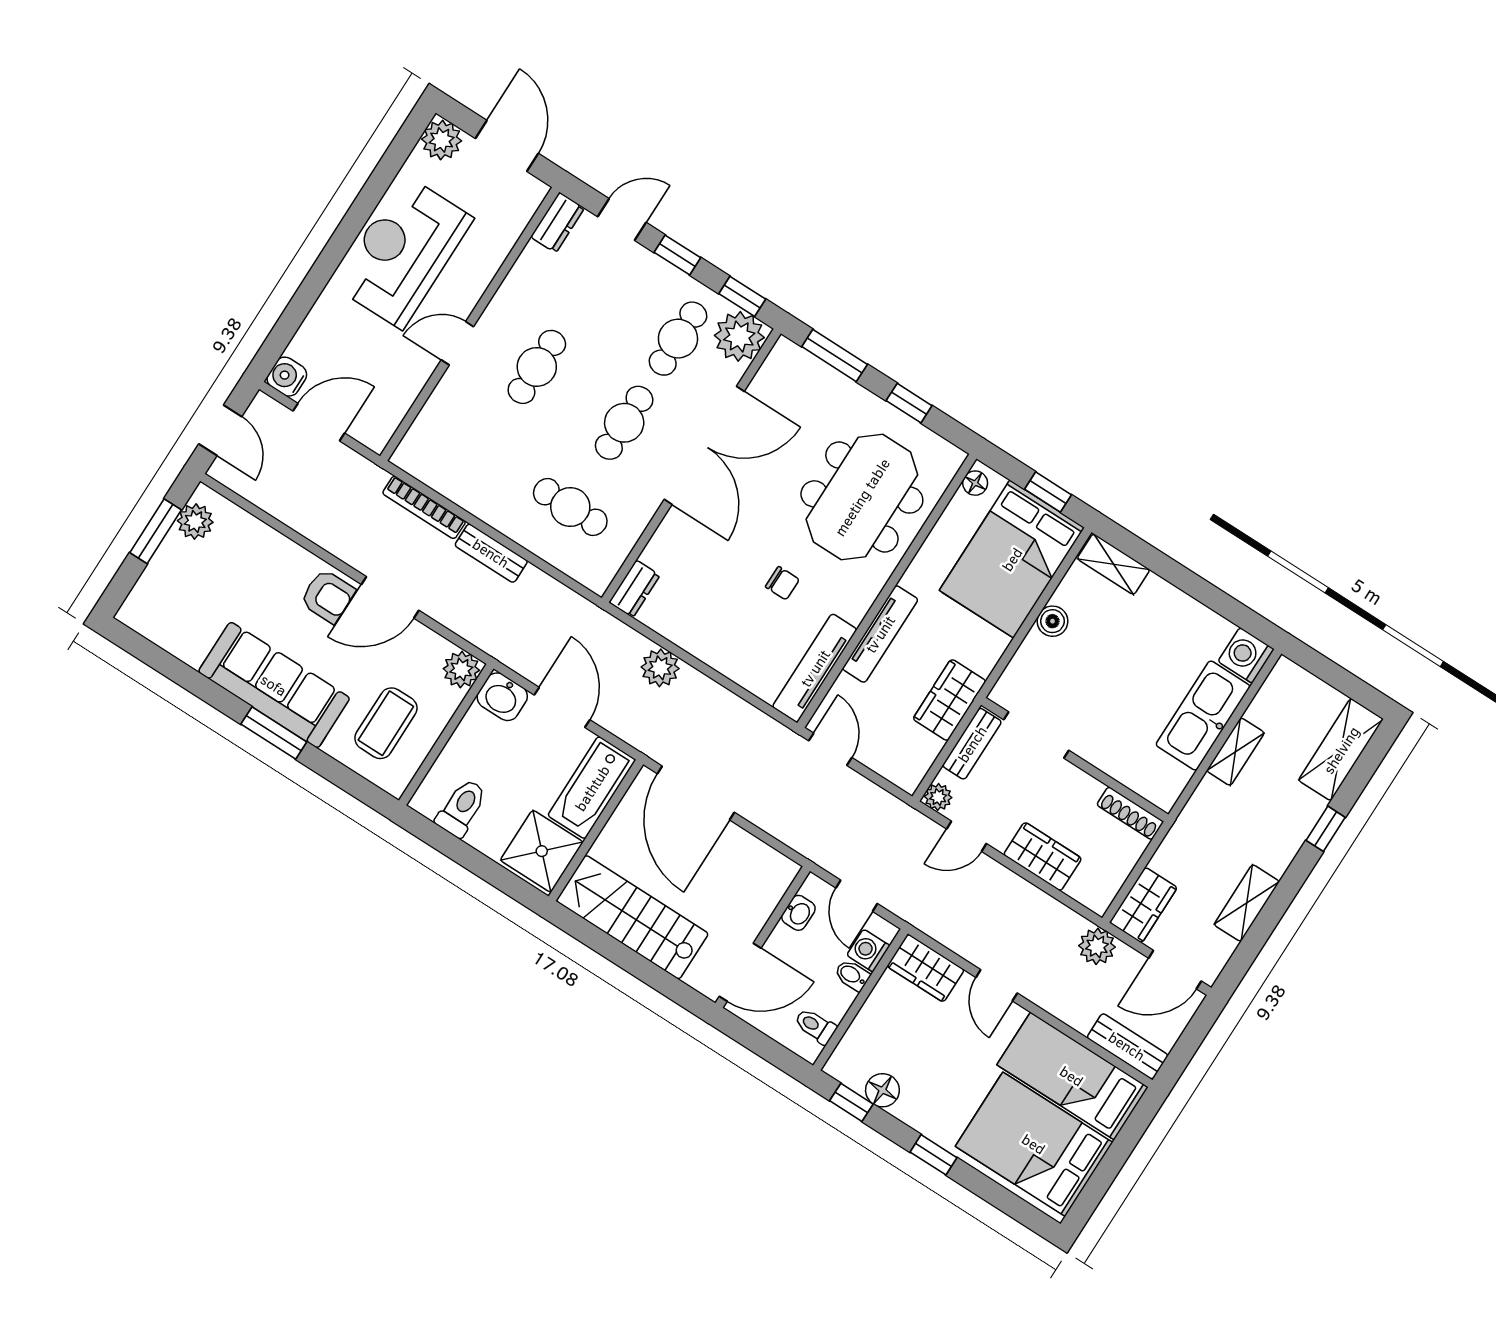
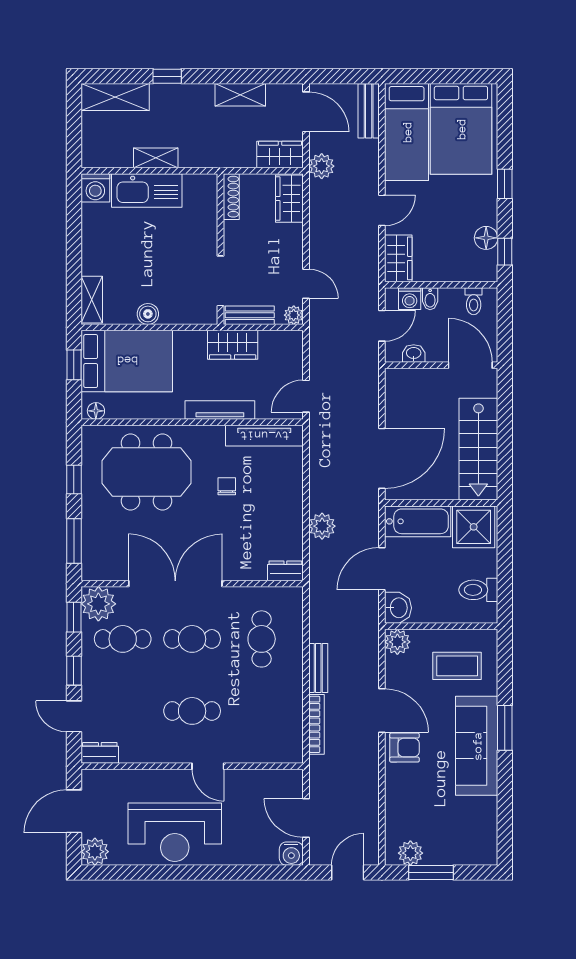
armchair: (328, 596) -> (404, 748), turned 90
wardrobe: (1043, 857) -> (289, 199), moved

